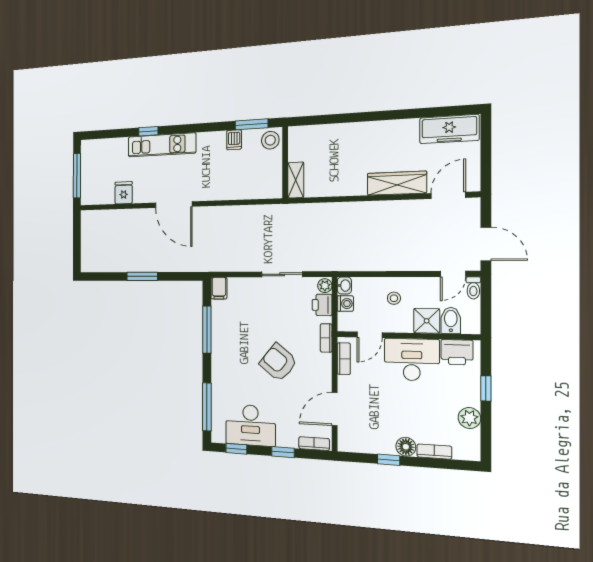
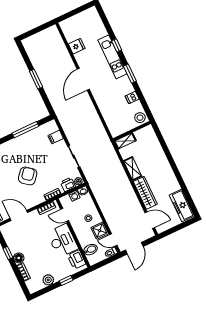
window: (251, 124) -> (130, 74), moved
window: (77, 176) -> (74, 12), removed
shelving: (346, 187) -> (133, 169), added
filing cabinet: (219, 288) -> (56, 137), moved
shower: (427, 321) -> (100, 231), moved

